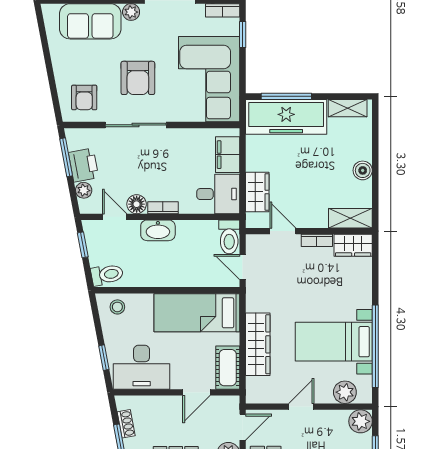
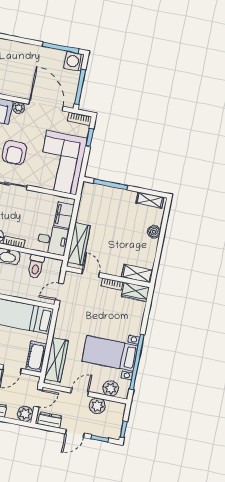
freezer: (286, 117) -> (108, 198), removed
boiler: (363, 170) -> (154, 232), moved
wardrobe: (257, 192) -> (79, 244), width x1.50
toilet: (229, 237) -> (36, 266), moved
door: (243, 267) -> (59, 292), hinge flipped
wardrobe: (258, 344) -> (56, 360), moved
plant: (361, 421) -> (97, 406), moved

